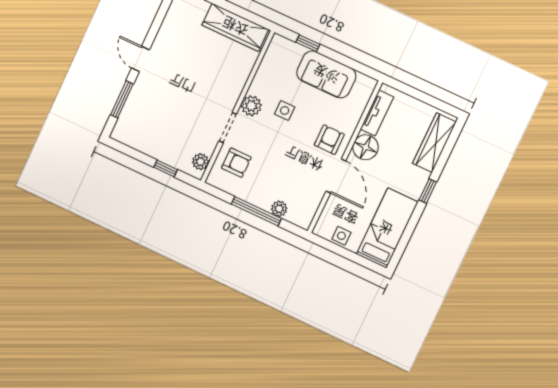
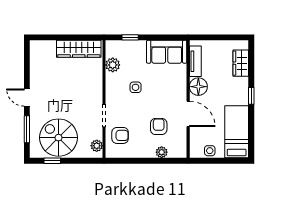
sofa: (326, 74) -> (167, 52), moved
plant: (251, 106) -> (113, 65), moved
spiral stairs: (157, 129) -> (58, 138), added
armchair: (329, 140) -> (159, 127), moved
wardrobe: (434, 143) -> (241, 63), width x0.67
window: (166, 168) -> (52, 161), moved
window: (256, 211) -> (148, 161), removed

